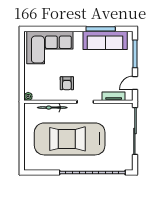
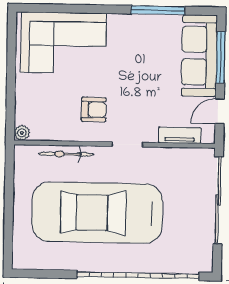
sofa: (105, 40) -> (199, 56), moved, turned 90
armchair: (67, 83) -> (94, 110), turned -90

